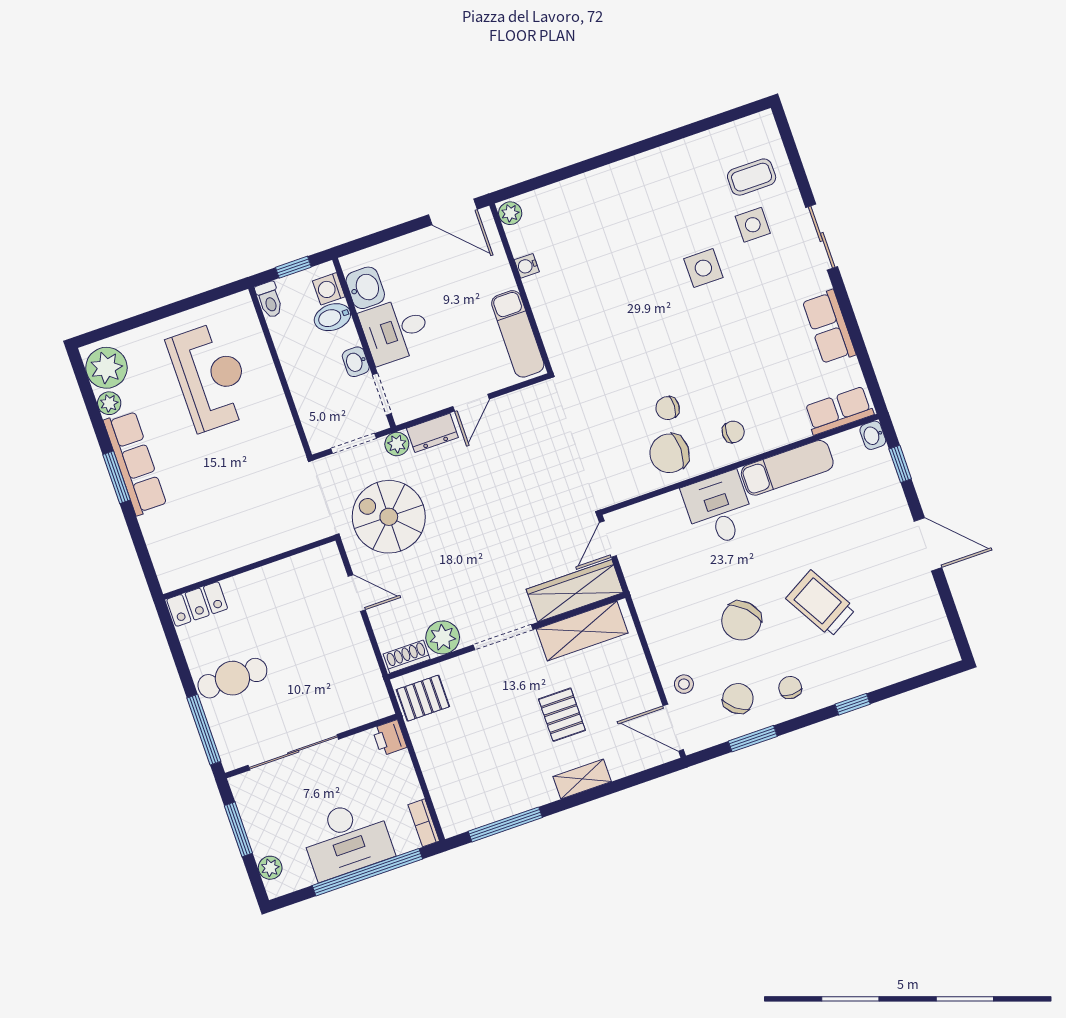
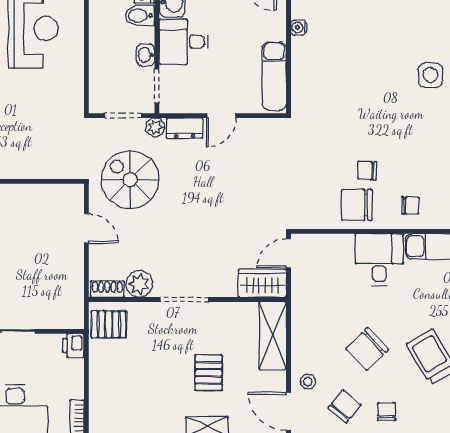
wardrobe: (575, 591) -> (262, 283), width x0.67
shelving: (582, 631) -> (273, 336), moved, turned 90

